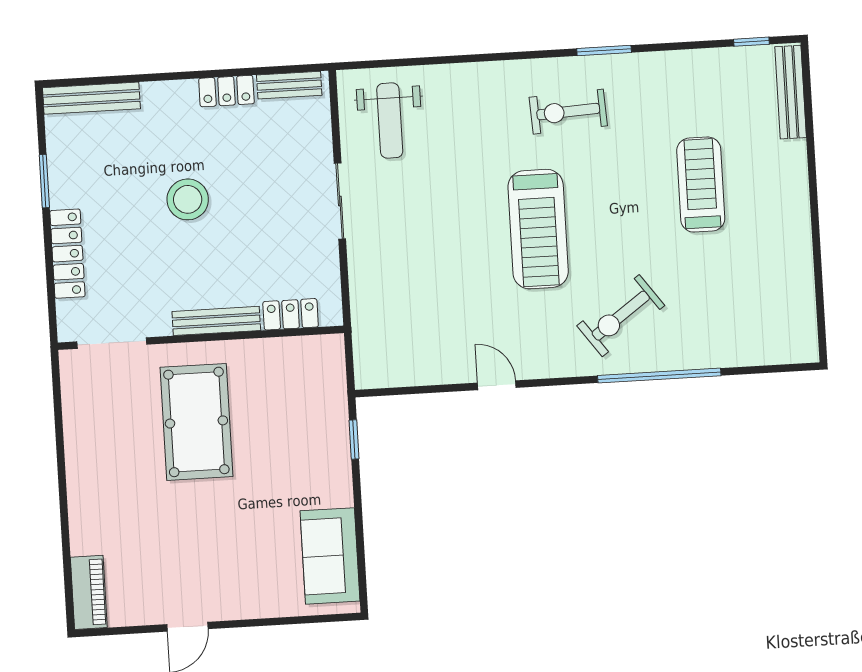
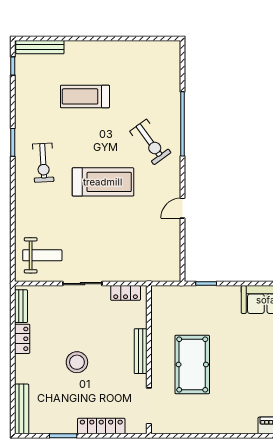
locker: (291, 314) -> (126, 293), moved, turned -90
pool table: (196, 422) -> (192, 365), turned 90

